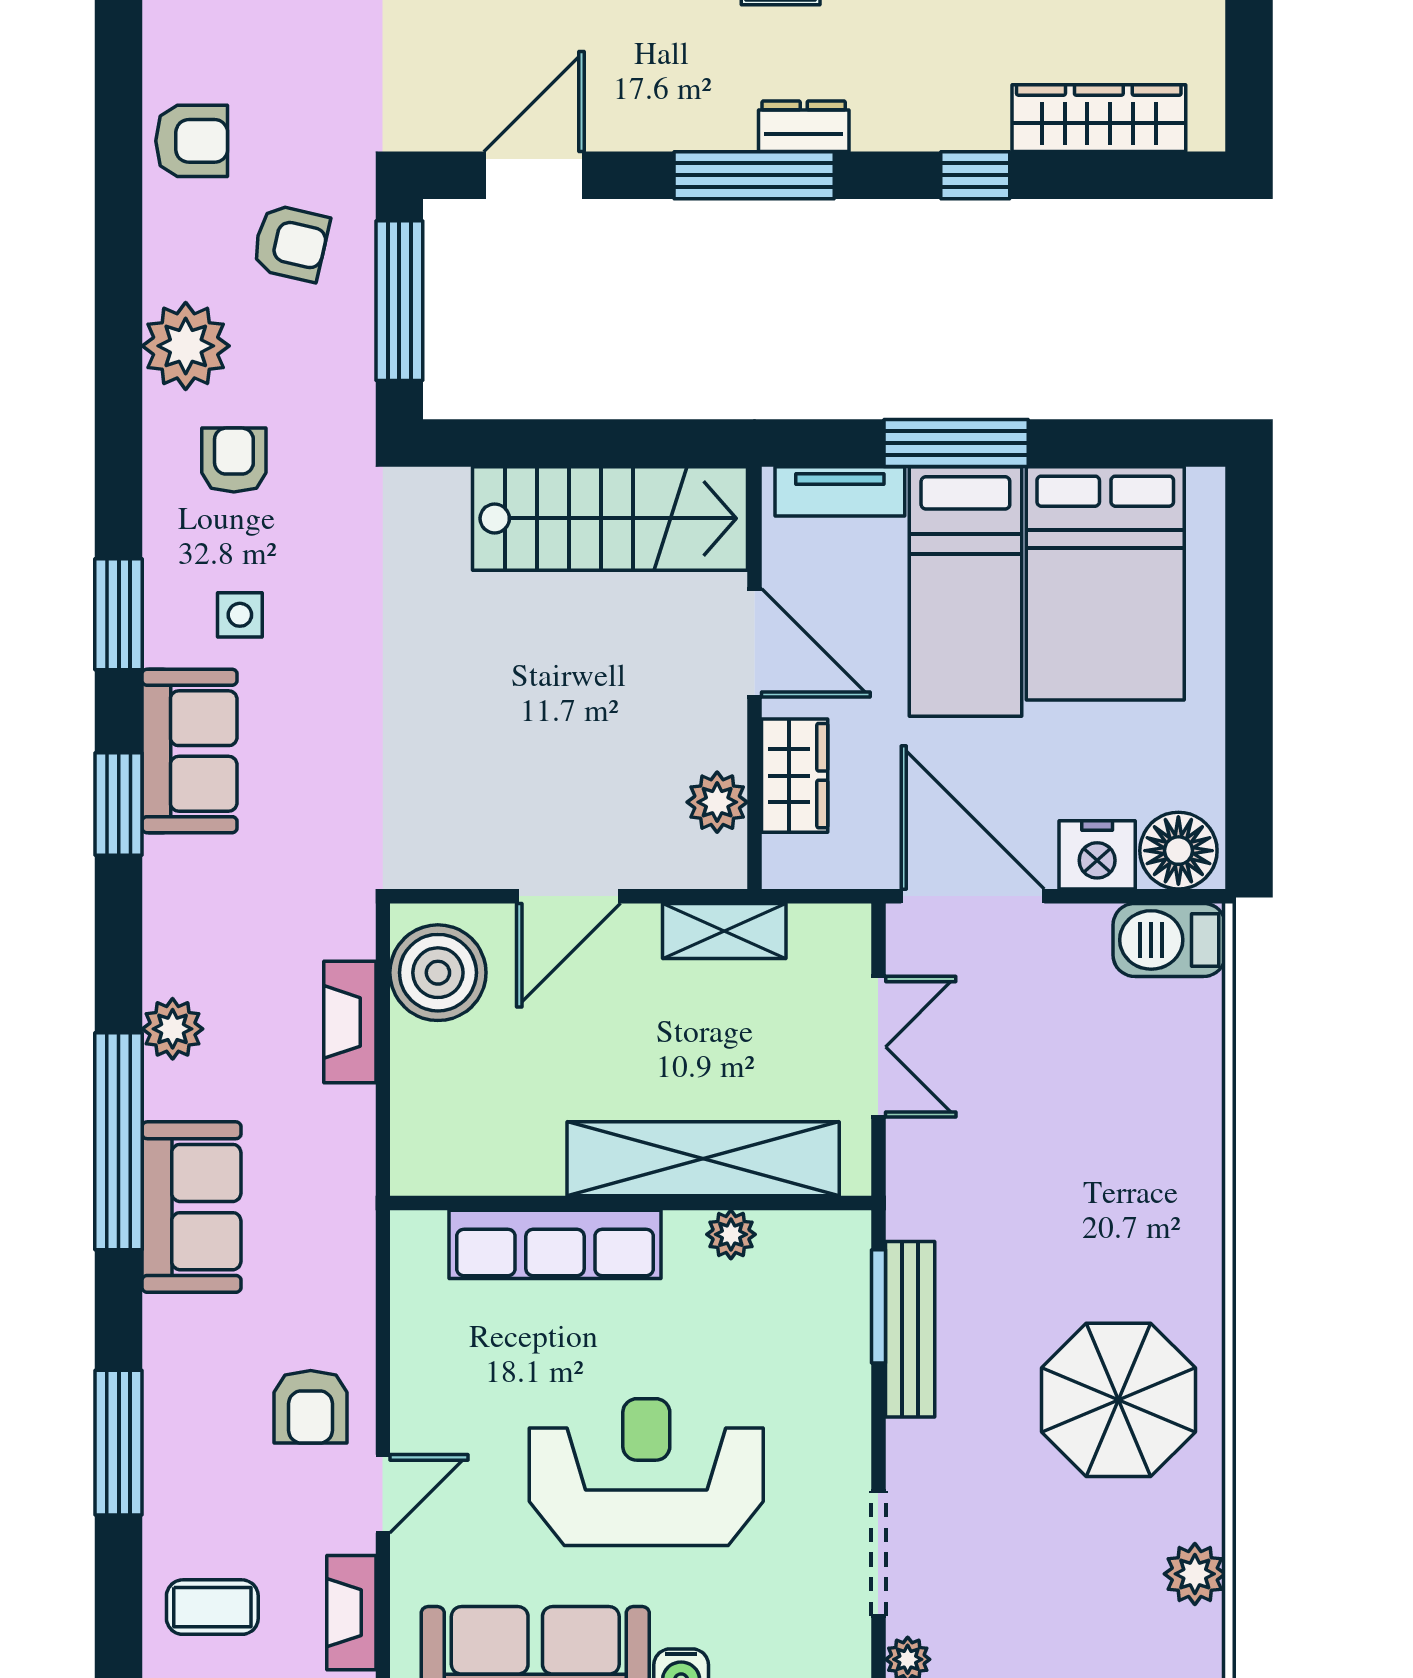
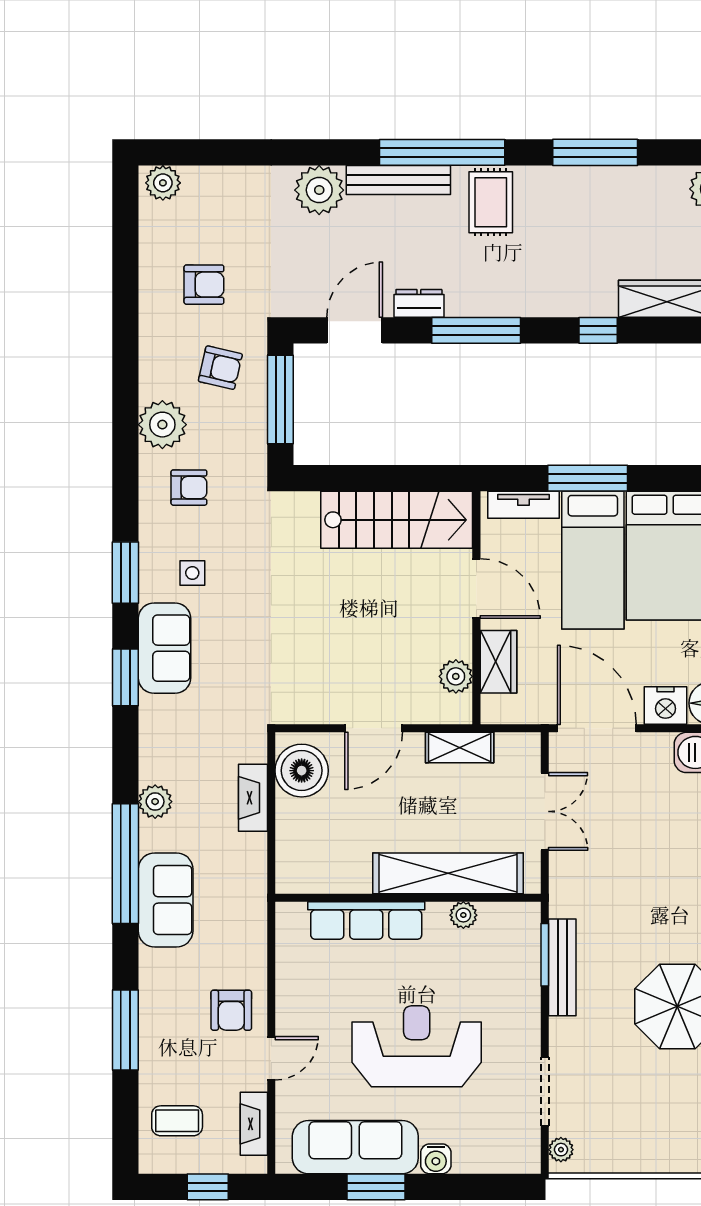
dresser: (804, 126) -> (419, 303), moved
armchair: (192, 141) -> (204, 285), moved
armchair: (234, 460) -> (189, 488), turned 90

